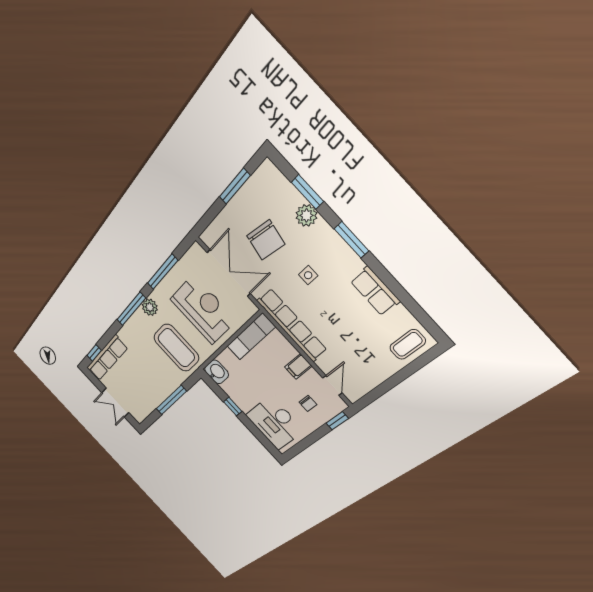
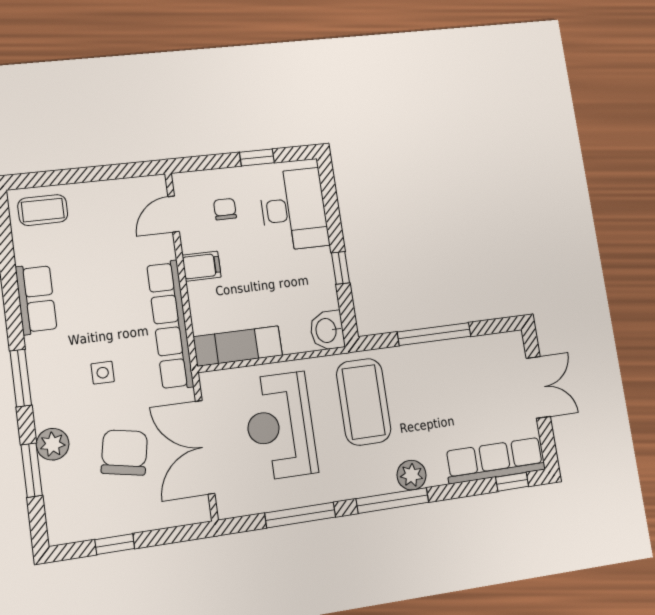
window: (235, 186) -> (115, 544), width x0.67
plant: (150, 307) -> (412, 475), moved
window: (337, 421) -> (257, 158), moved

